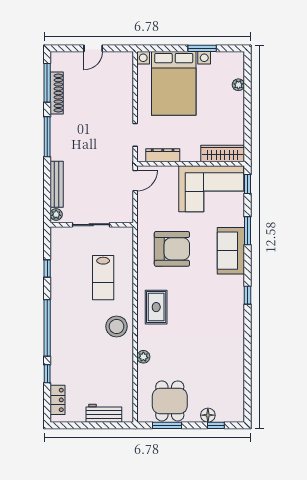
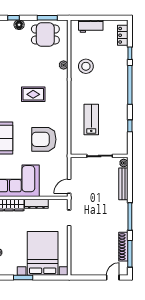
door: (93, 48) -> (113, 277), moved
dresser: (163, 155) -> (36, 204), moved
rug: (156, 307) -> (33, 94), moved, turned 90
stool: (117, 326) -> (86, 66), moved
dining table: (170, 401) -> (45, 35), turned 90

